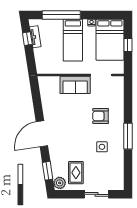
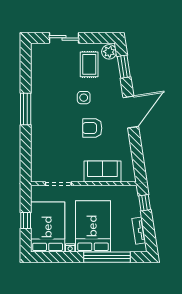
window: (27, 39) -> (145, 203), moved
bed: (73, 40) -> (93, 226), width x1.50
sofa: (75, 85) -> (102, 172), moved
armchair: (101, 116) -> (92, 128), moved, turned 180
side table: (102, 147) -> (84, 98), moved

